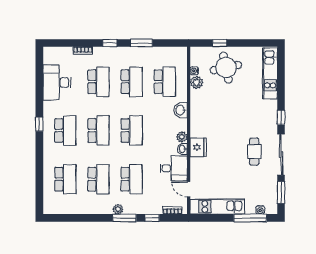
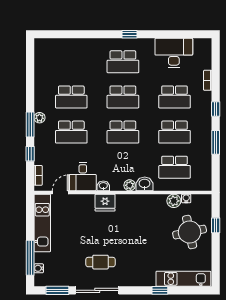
window: (281, 117) -> (160, 290), moved
plant: (182, 137) -> (130, 185), moved
school desk: (65, 179) -> (71, 62), removed

